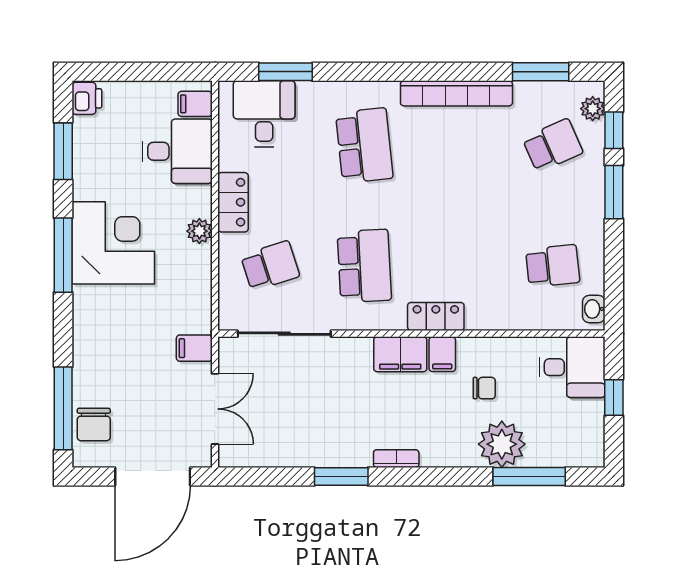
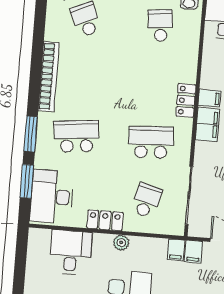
window: (541, 72) -> (31, 134), moved
filing cabinet: (195, 104) -> (176, 250), moved
desk: (264, 114) -> (52, 197), width x1.37
school desk: (270, 266) -> (146, 200), turned 33

